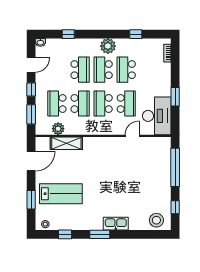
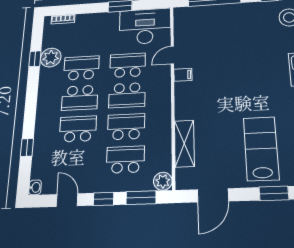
plant: (108, 46) -> (51, 57), moved
school desk: (126, 70) -> (81, 68), turned 180
school desk: (57, 104) -> (125, 160), turned 180
plant: (58, 129) -> (163, 181), moved
door: (132, 136) -> (172, 55), hinge flipped
filing cabinet: (116, 143) -> (183, 75), added
door: (31, 161) -> (213, 195), swing flipped

